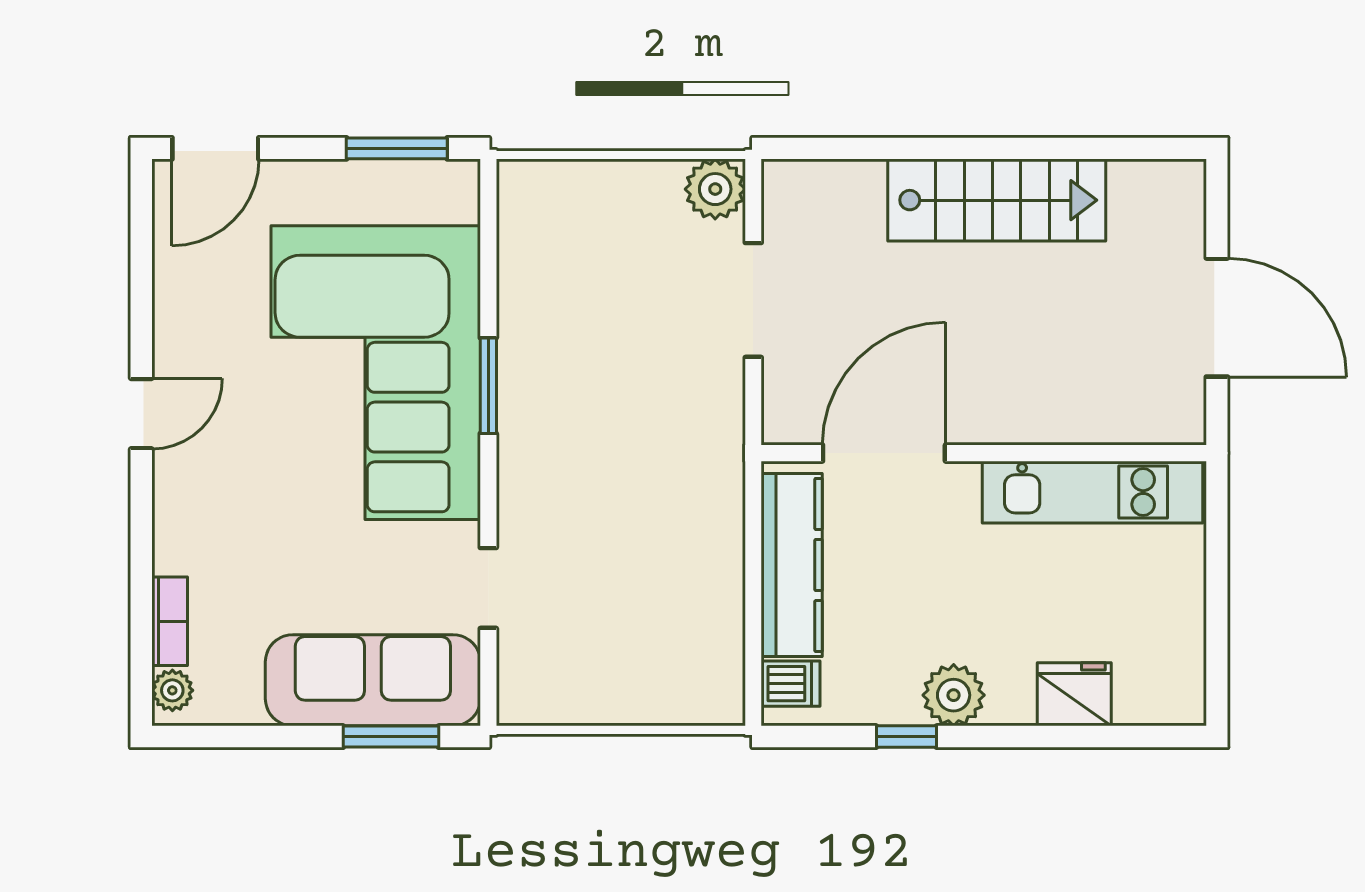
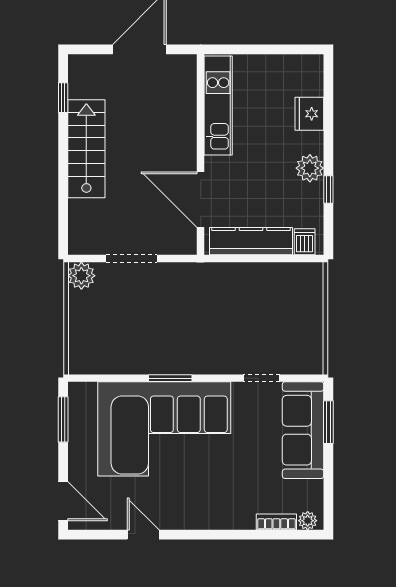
window: (1110, 148) -> (63, 98), added
door: (141, 414) -> (143, 535), moved

